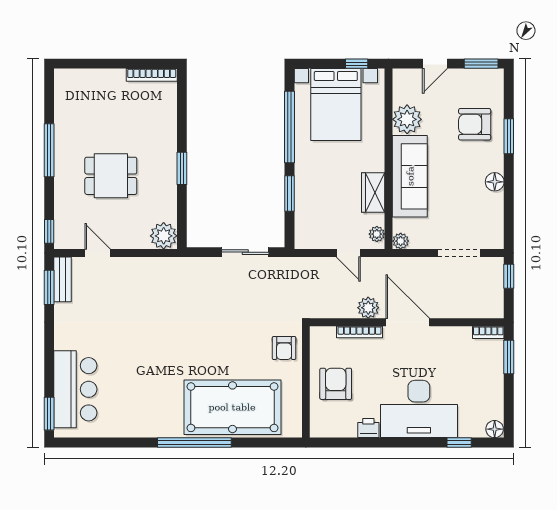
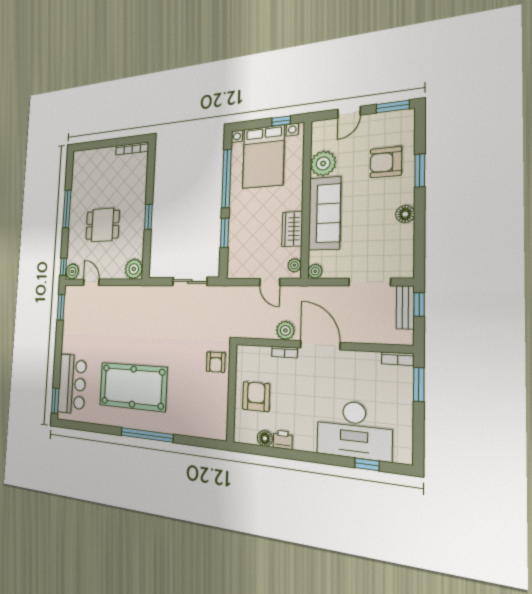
plant: (65, 238) -> (72, 271), added
bench: (62, 279) -> (405, 307), moved
bookcase: (360, 332) -> (284, 352), width x0.64
pool table: (232, 407) -> (133, 387), moved
desk: (419, 409) -> (354, 430), moved
floor lamp: (495, 429) -> (265, 438), moved

